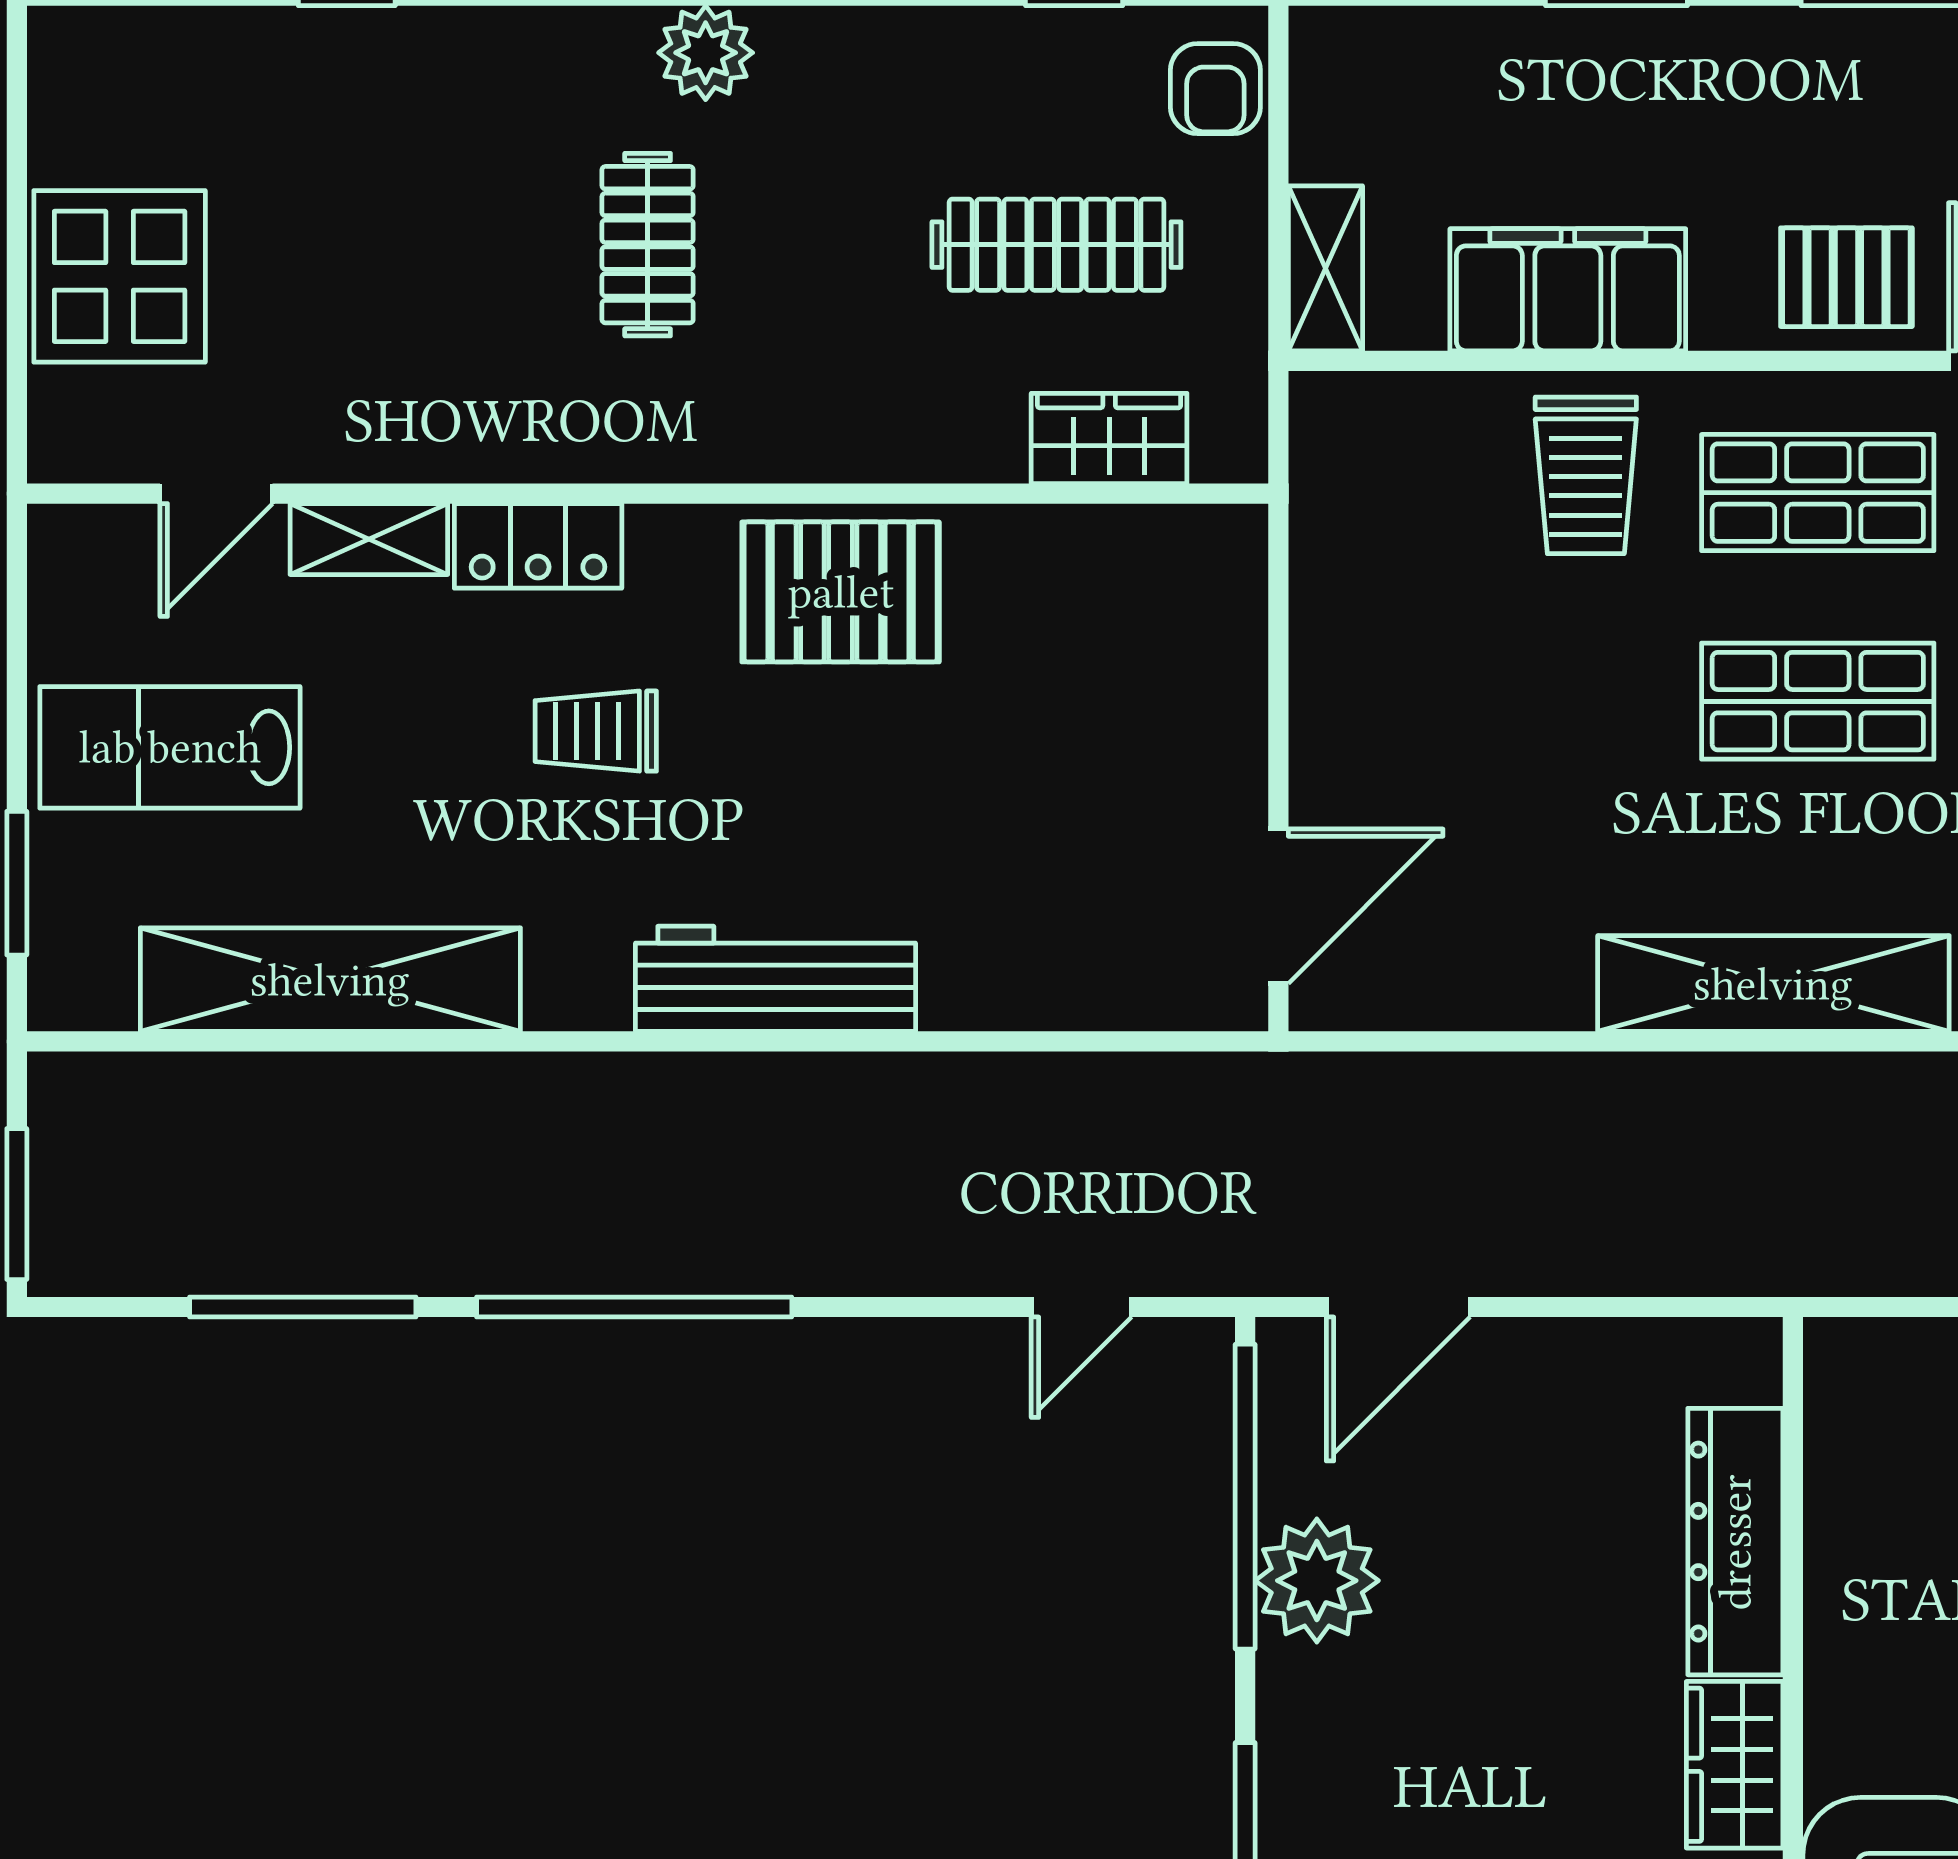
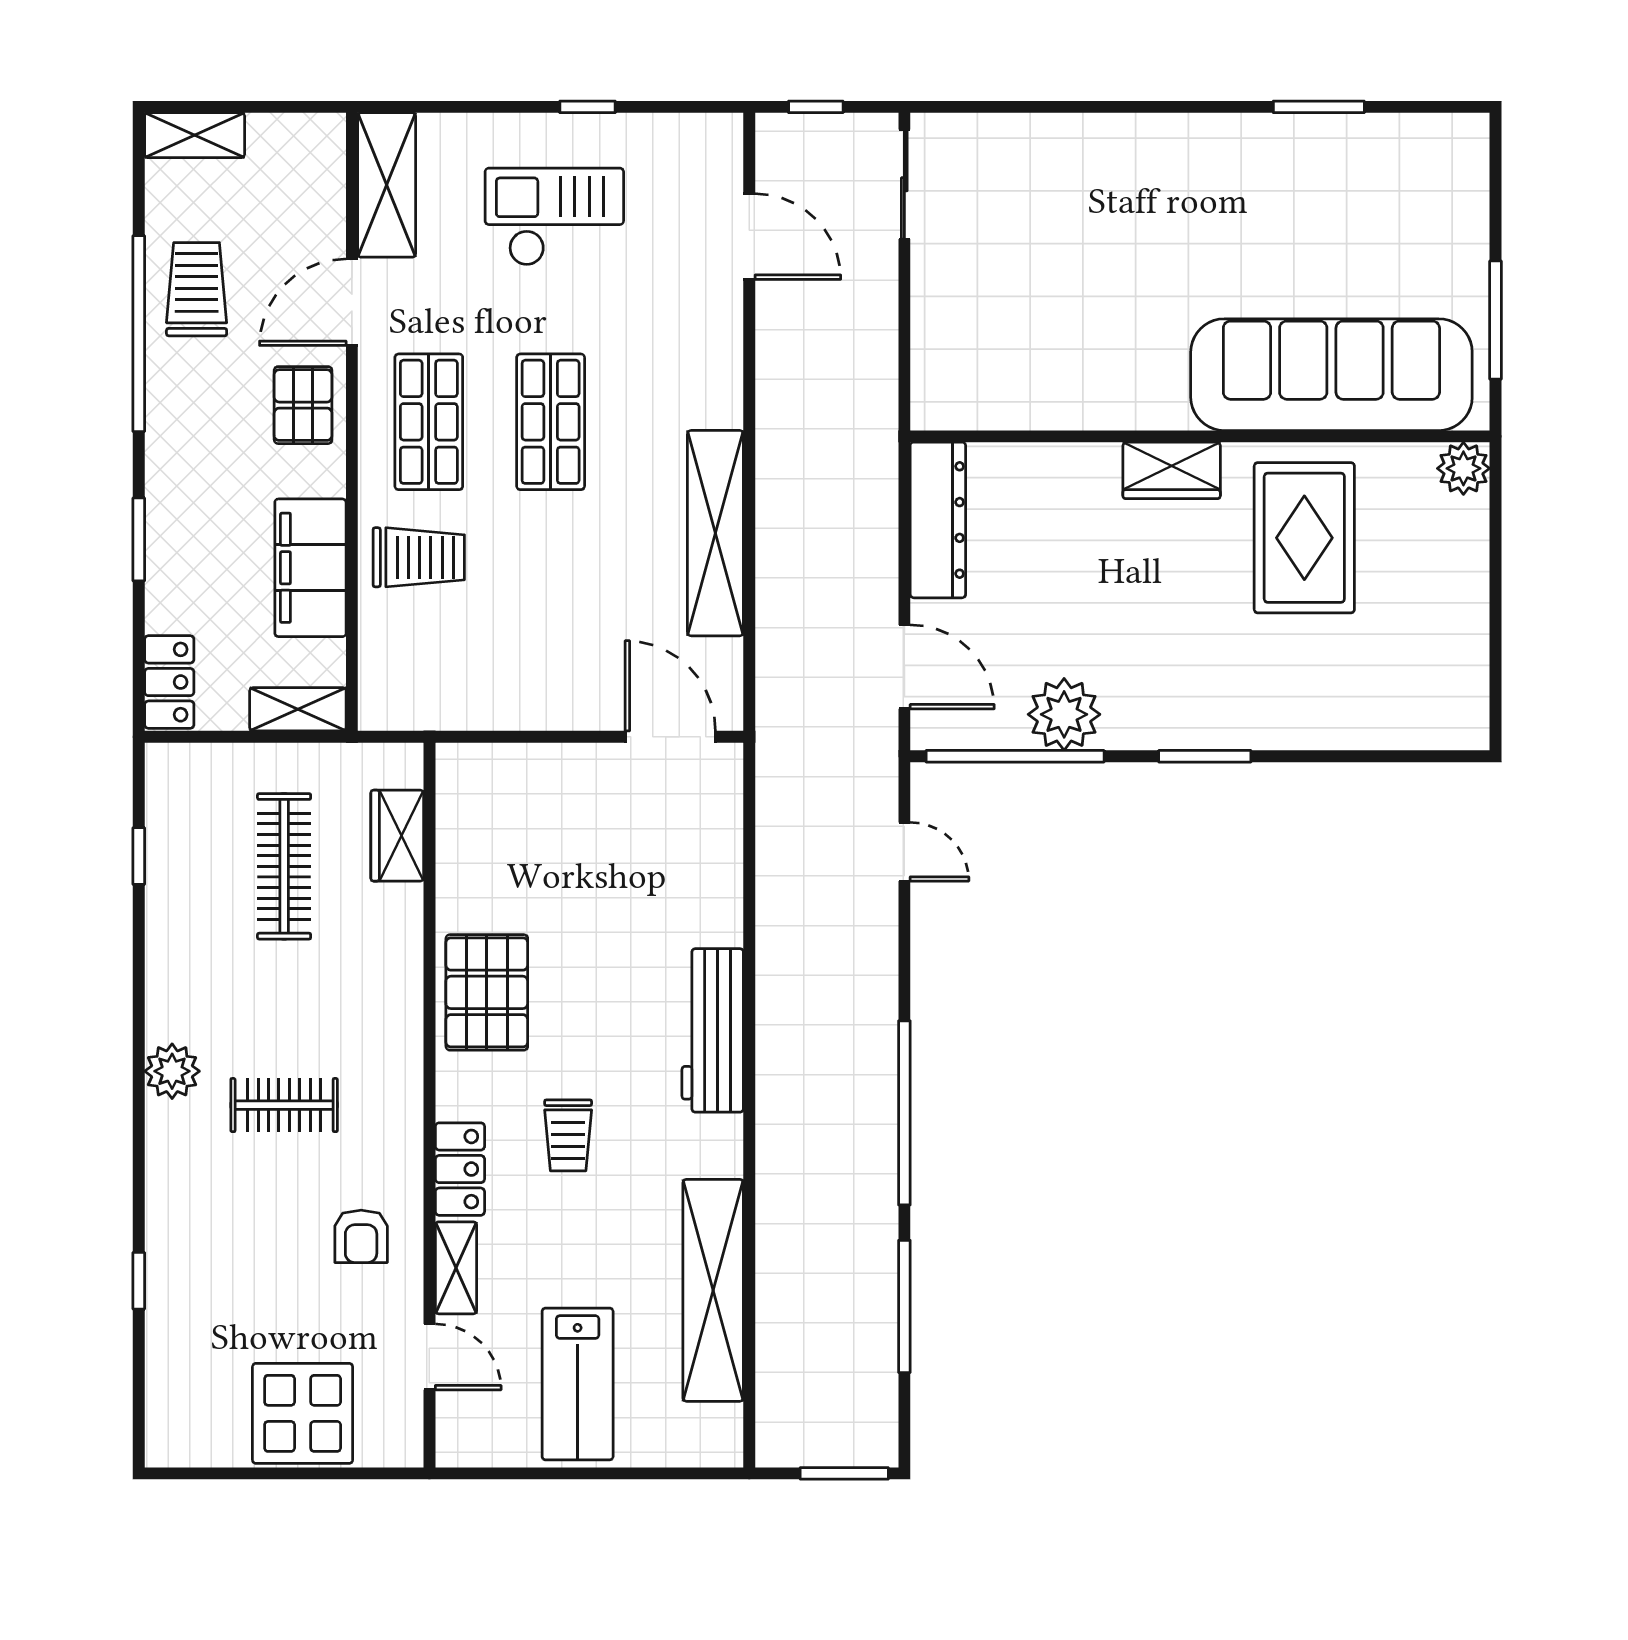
locker: (1372, 48) -> (169, 682), added
armchair: (1215, 89) -> (361, 1236), moved, turned 90
window: (17, 883) -> (657, 1473), removed
shelving: (1773, 984) -> (715, 533), moved
dresser: (1735, 1542) -> (938, 520), moved, turned -90

